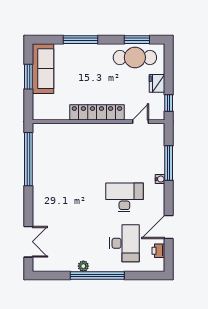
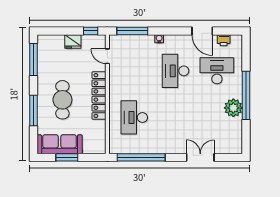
window: (137, 40) -> (33, 60), width x1.44
cafe table: (135, 57) -> (62, 100), moved
desk: (73, 151) -> (134, 117), added
window: (169, 163) -> (132, 31), moved
double door: (28, 242) -> (200, 157), moved
plant: (83, 266) -> (233, 108), width x1.88, depth x1.88

